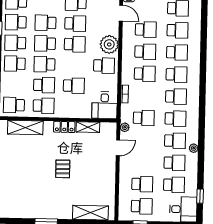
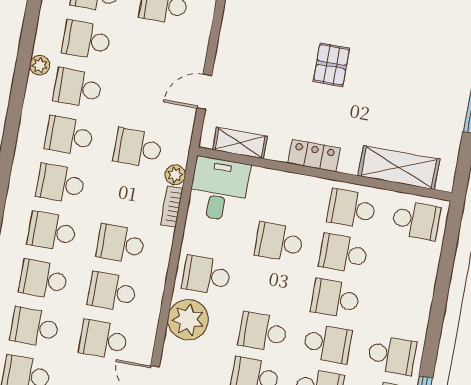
school desk: (15, 64) -> (400, 310), removed
school desk: (45, 64) -> (335, 299), turned 180
shelving: (88, 127) -> (240, 143), moved
plant: (125, 127) -> (175, 175), moved

